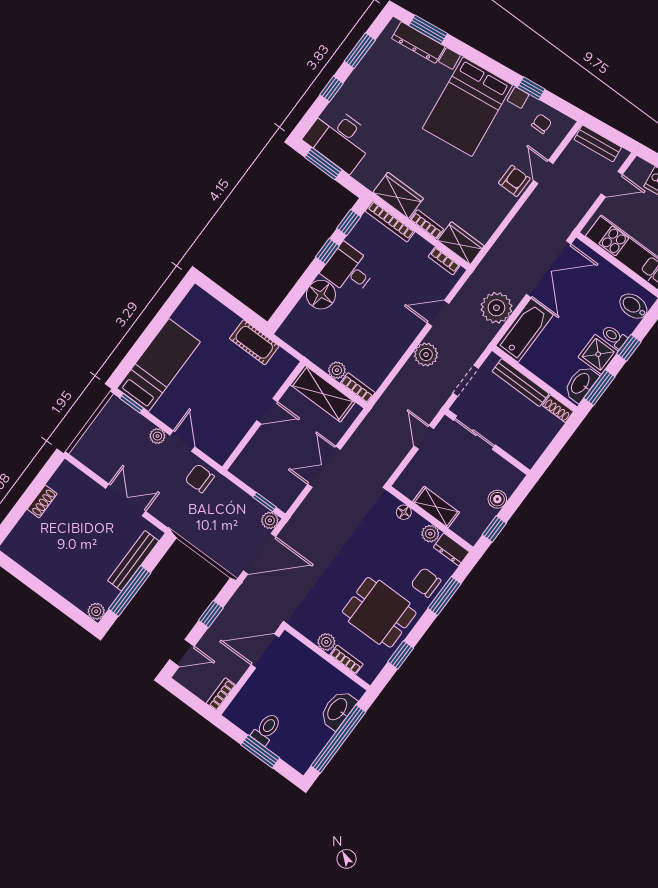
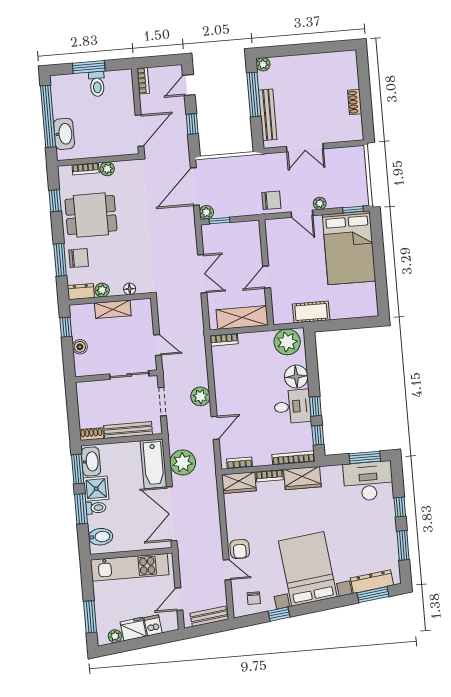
window: (629, 348) -> (81, 509), width x1.50
bed: (159, 365) -> (349, 248), width x1.50
plant: (337, 370) -> (287, 342), moved, width x1.87, depth x1.87

